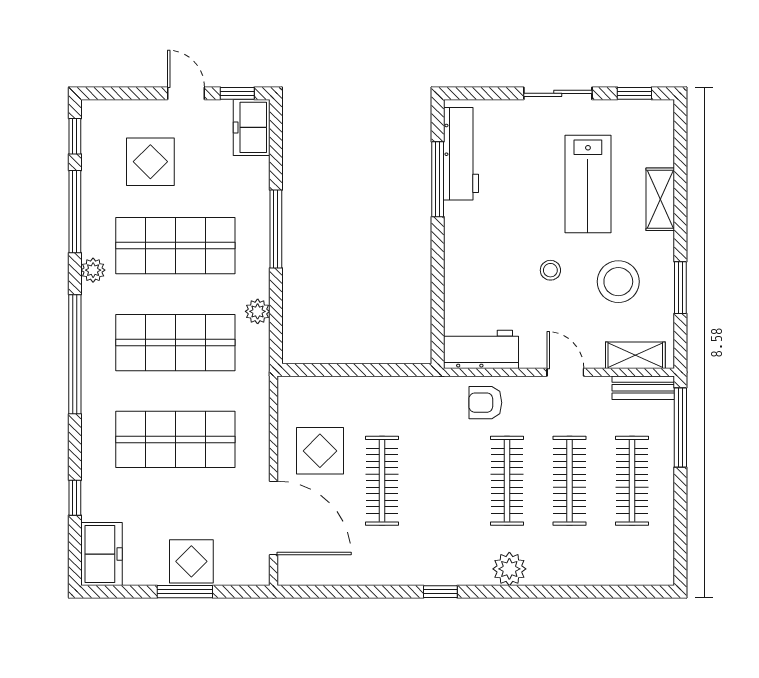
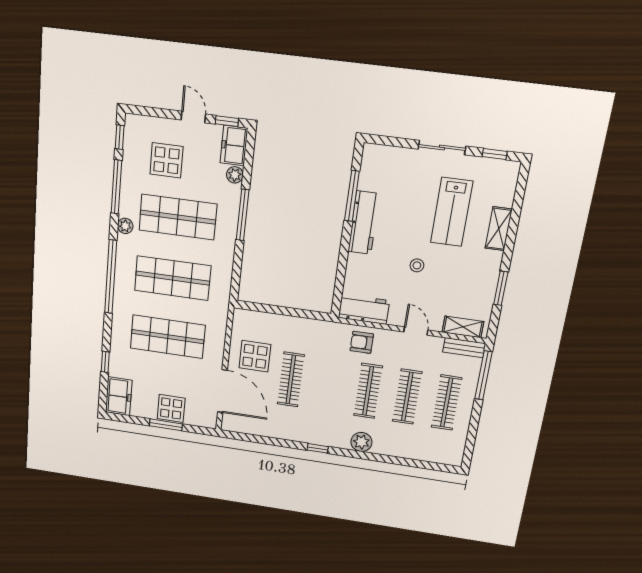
workbench: (461, 154) -> (364, 223), moved
stool: (618, 282) -> (460, 279), removed
plant: (258, 311) -> (235, 175), moved

